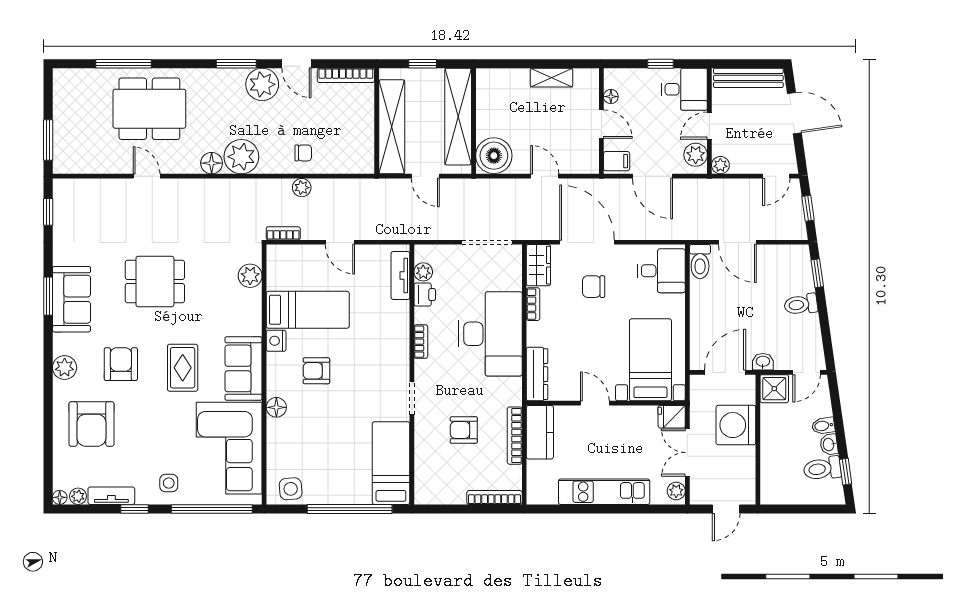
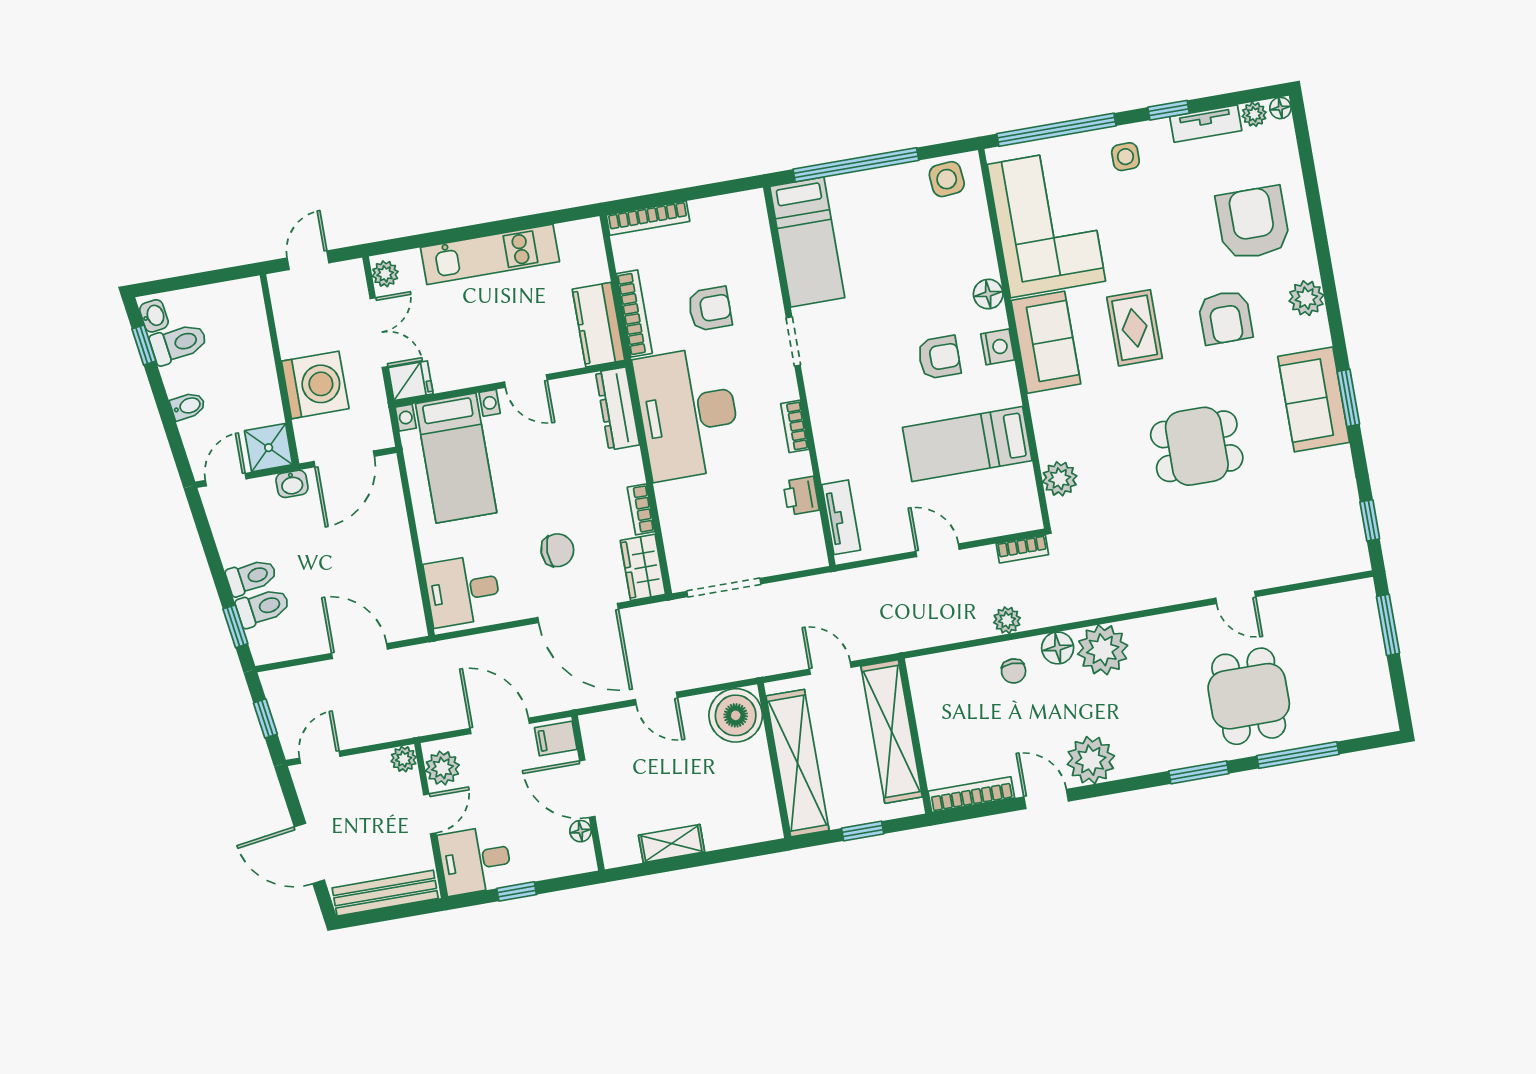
window: (236, 64) -> (1199, 772), moved
dining table: (149, 109) -> (1249, 696), width x0.73
door: (601, 124) -> (587, 789), width x1.38
chair: (303, 153) -> (1014, 671), turned -90
floor lamp: (212, 163) -> (1058, 648), moved
toilet: (700, 262) -> (263, 607), moved, turned 82
plant: (423, 272) -> (809, 528), removed
desk: (490, 334) -> (688, 413), moved
nightstand: (276, 341) -> (998, 347), moved
washbasin: (829, 445) -> (154, 316), moved

